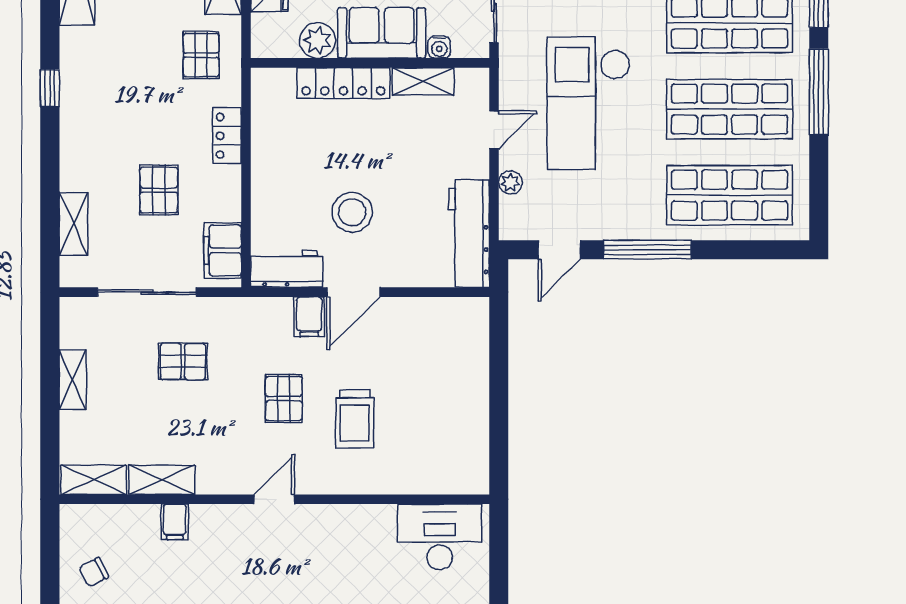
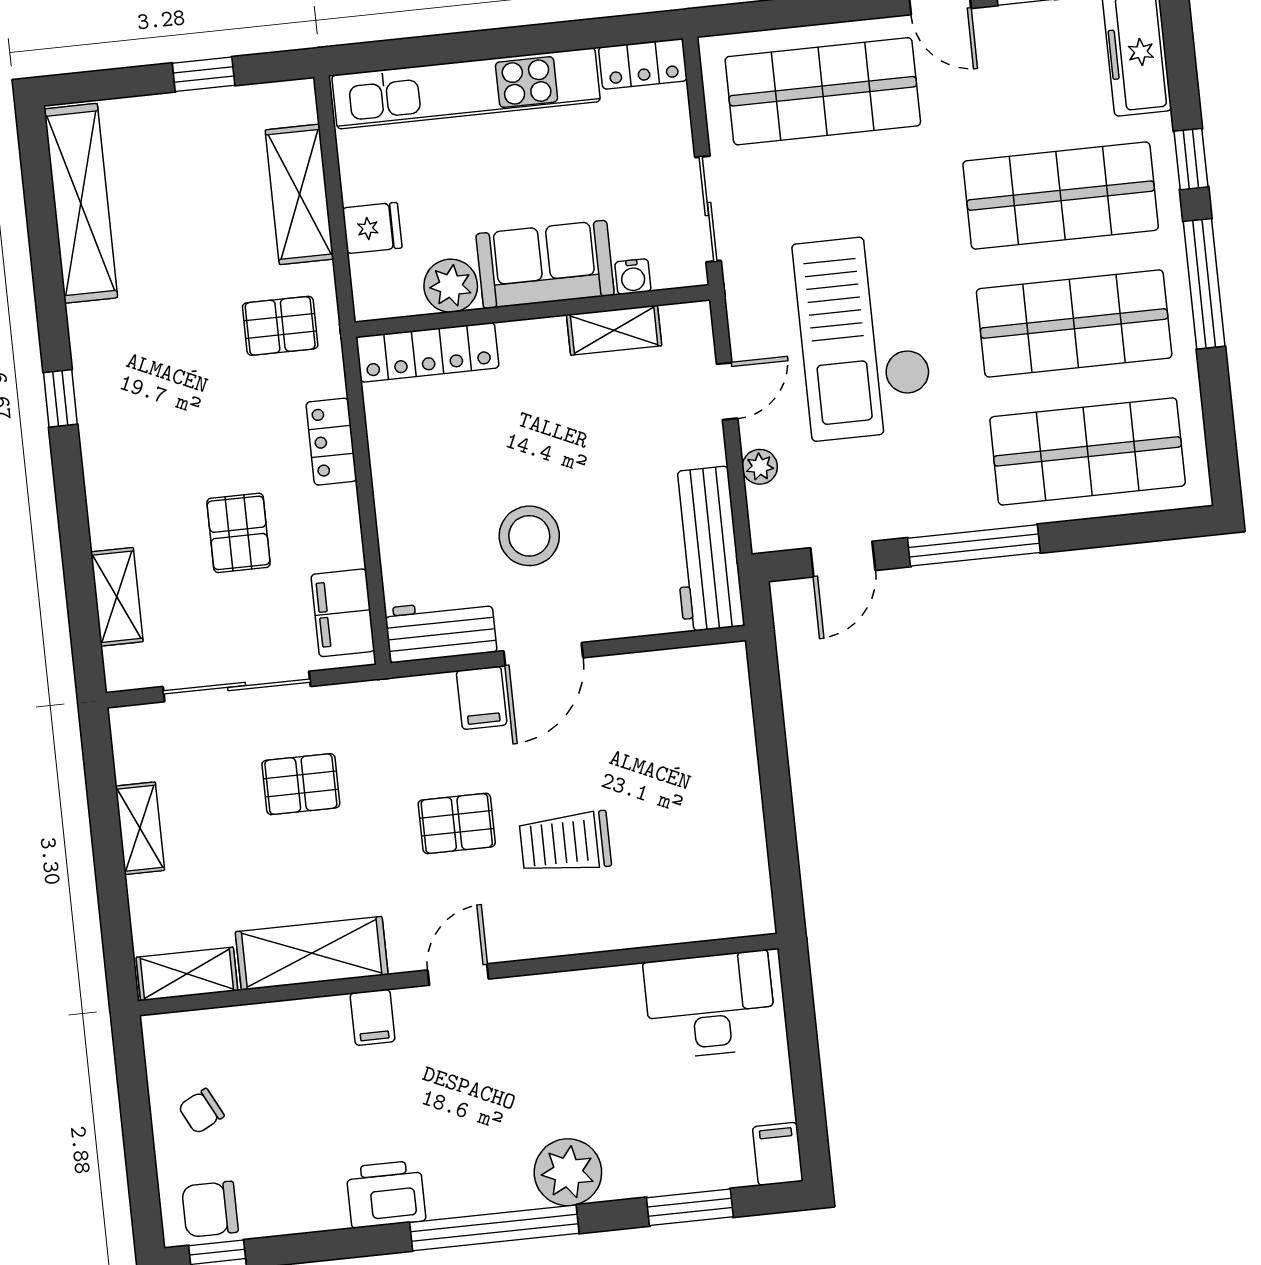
pallet: (201, 55) -> (280, 326), turned 90
locker: (343, 83) -> (427, 352), moved
pallet: (284, 399) -> (457, 823), turned 90
trolley: (355, 419) -> (565, 843), turned 90
shelving: (162, 480) -> (312, 953), width x1.50, depth x1.33
filing cabinet: (175, 522) -> (373, 1017), moved

